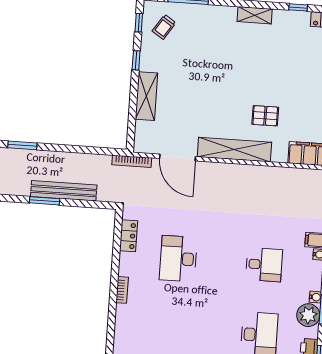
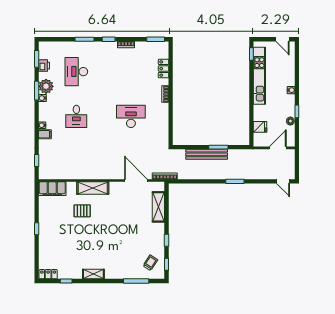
shelving: (146, 96) -> (158, 207), moved
shelving: (234, 150) -> (93, 188), width x0.68
locker: (129, 236) -> (164, 69), moved
desk: (178, 259) -> (131, 116), turned -90
desk: (264, 265) -> (76, 116), turned -90

